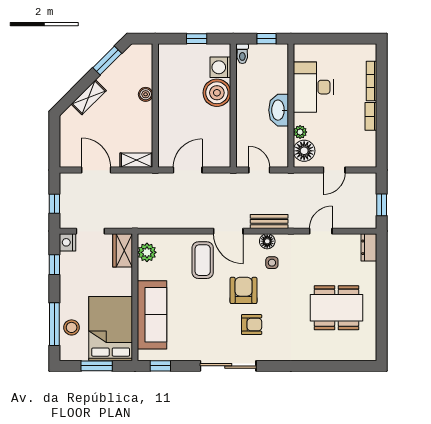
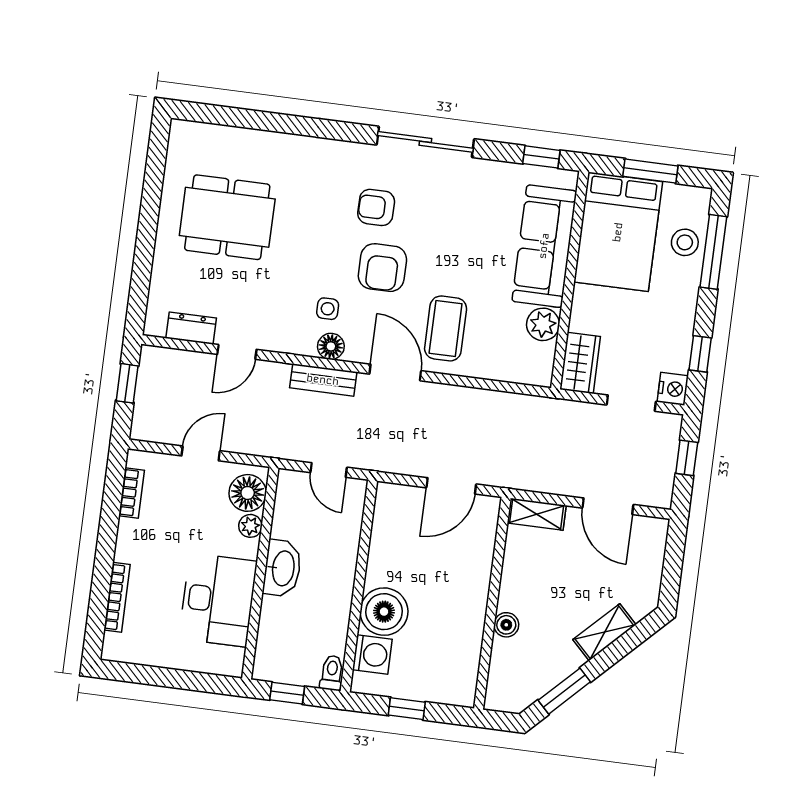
bookcase: (371, 116) -> (132, 493), moved
dresser: (369, 247) -> (191, 328), moved, turned -90
plant: (147, 252) -> (543, 324), moved

